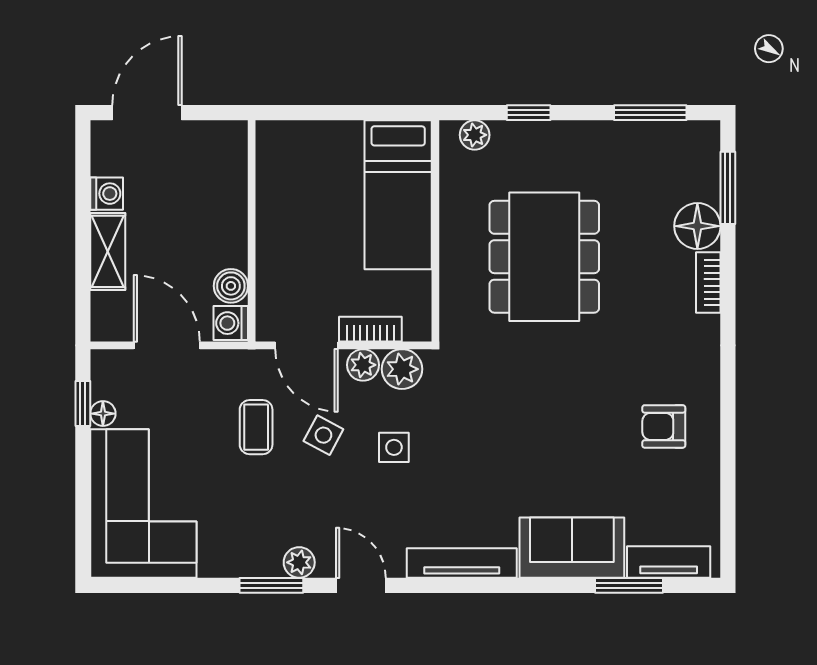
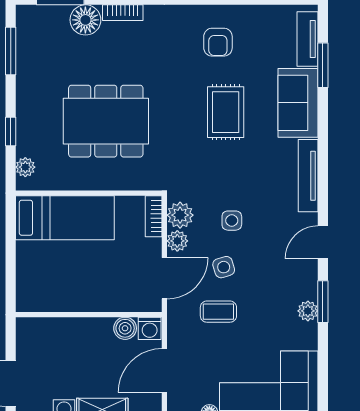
bookcase: (370, 329) -> (154, 216), moved
side table: (323, 435) -> (224, 267), turned 45
rug: (558, 438) -> (226, 112), added
plant: (299, 562) -> (308, 311), moved

